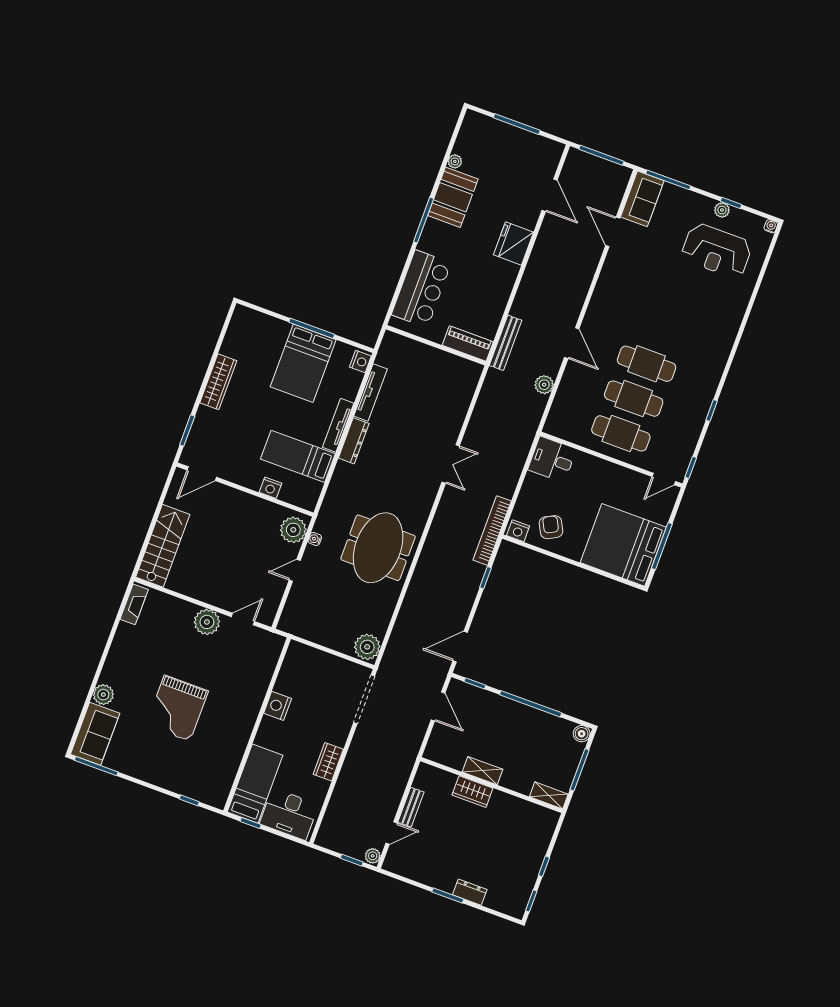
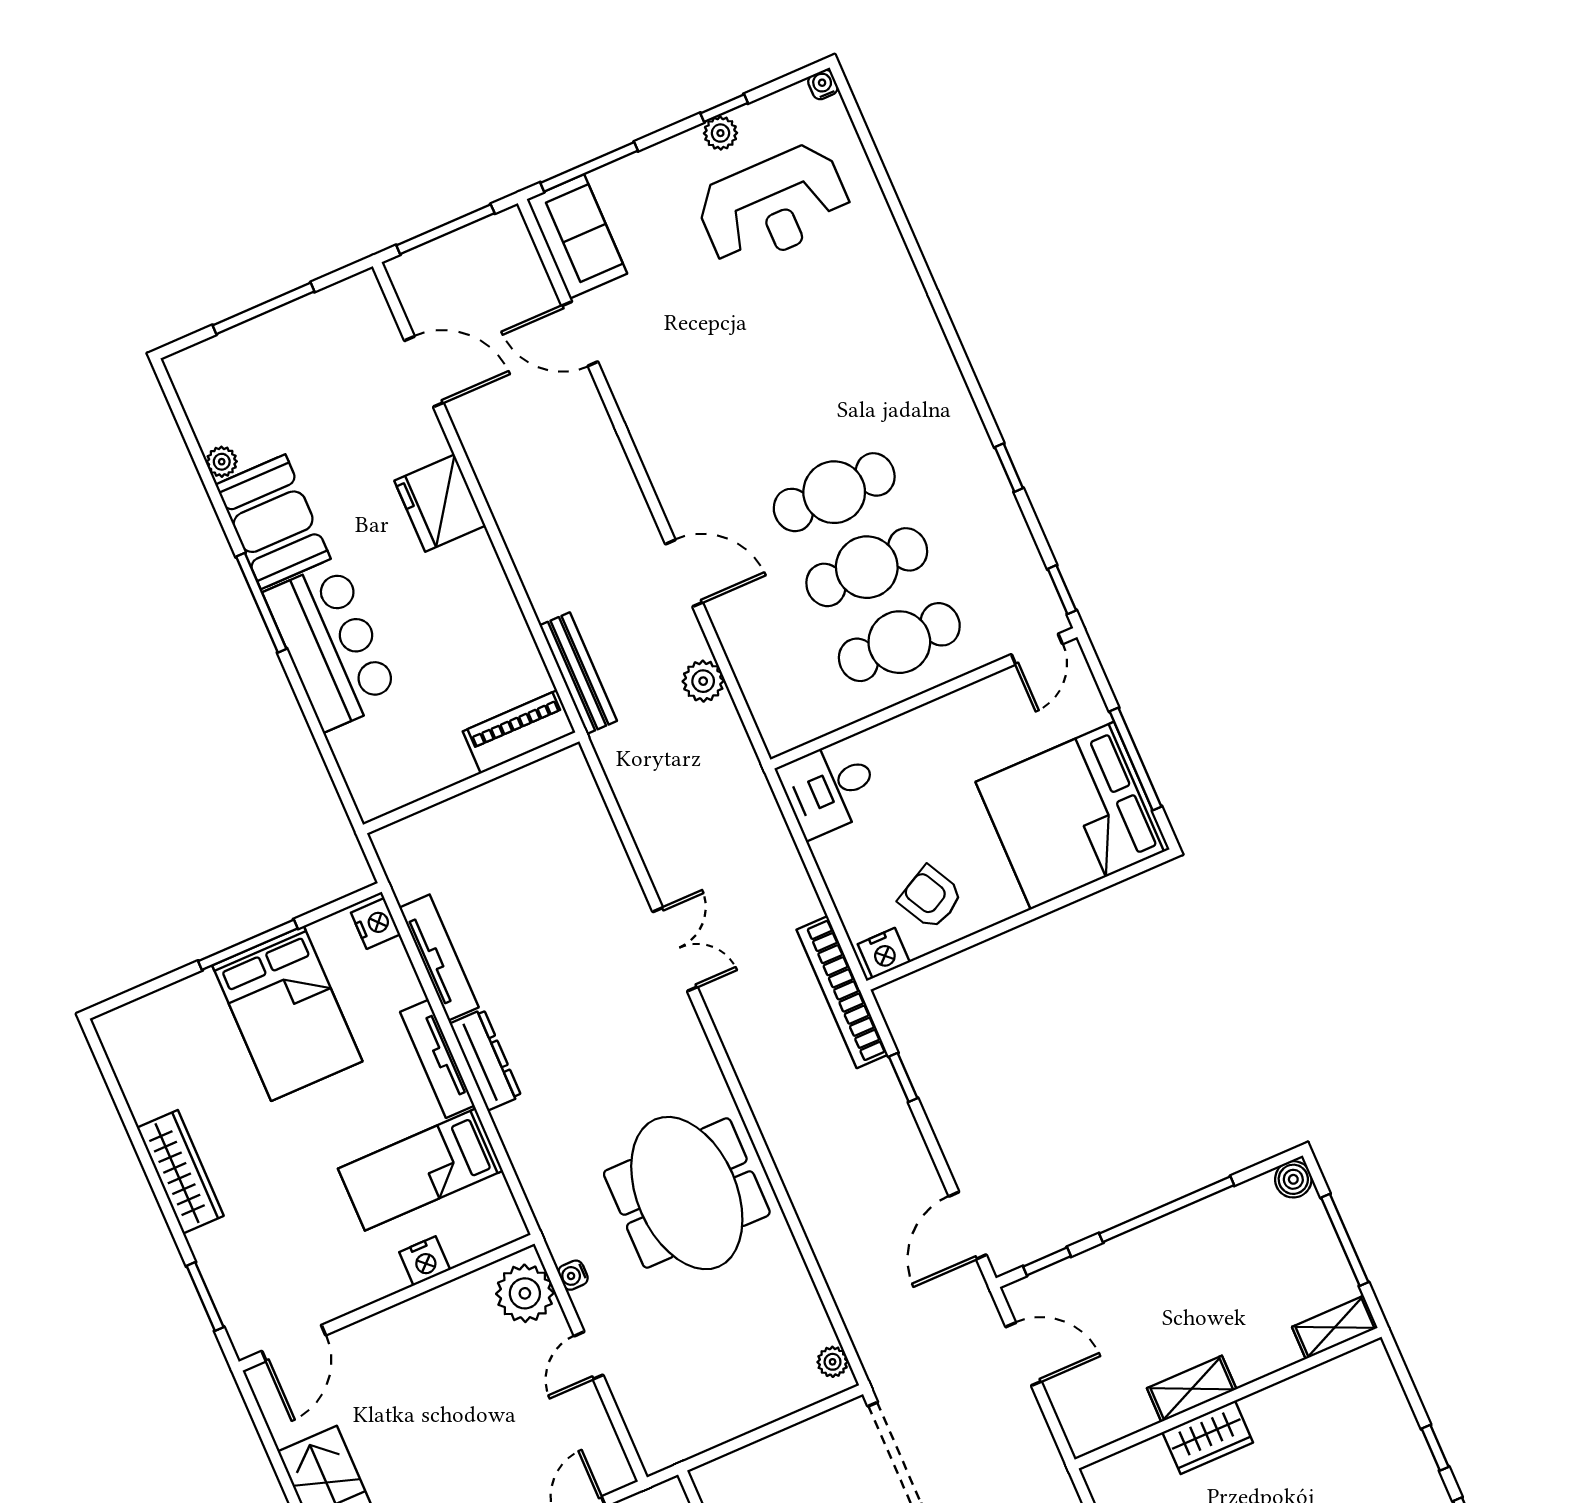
bar counter: (421, 289) -> (332, 646), moved
plant: (367, 647) -> (833, 1362), width x0.53, depth x0.53

